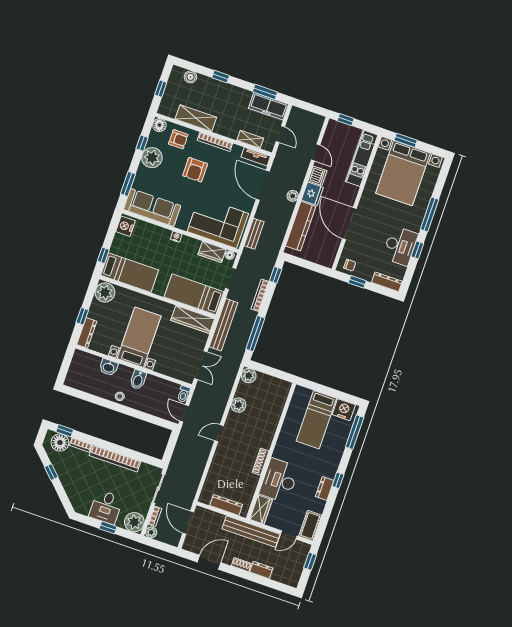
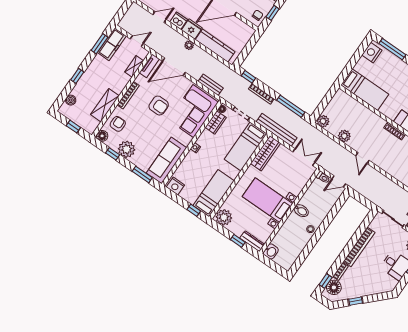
armchair: (195, 170) -> (159, 106), moved
washbasin: (109, 367) -> (271, 251), moved
bed: (316, 420) -> (365, 90), moved

